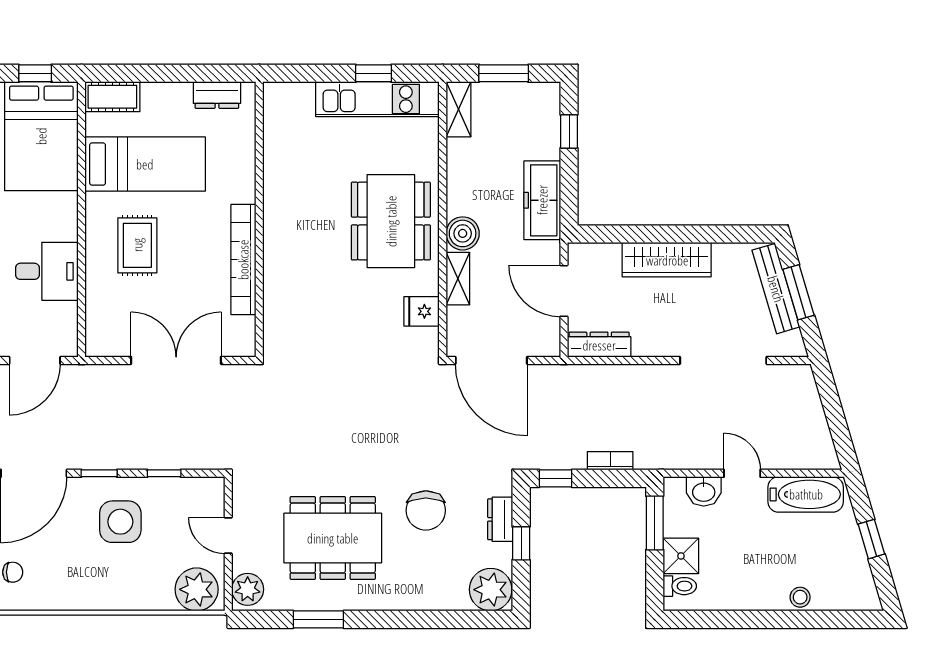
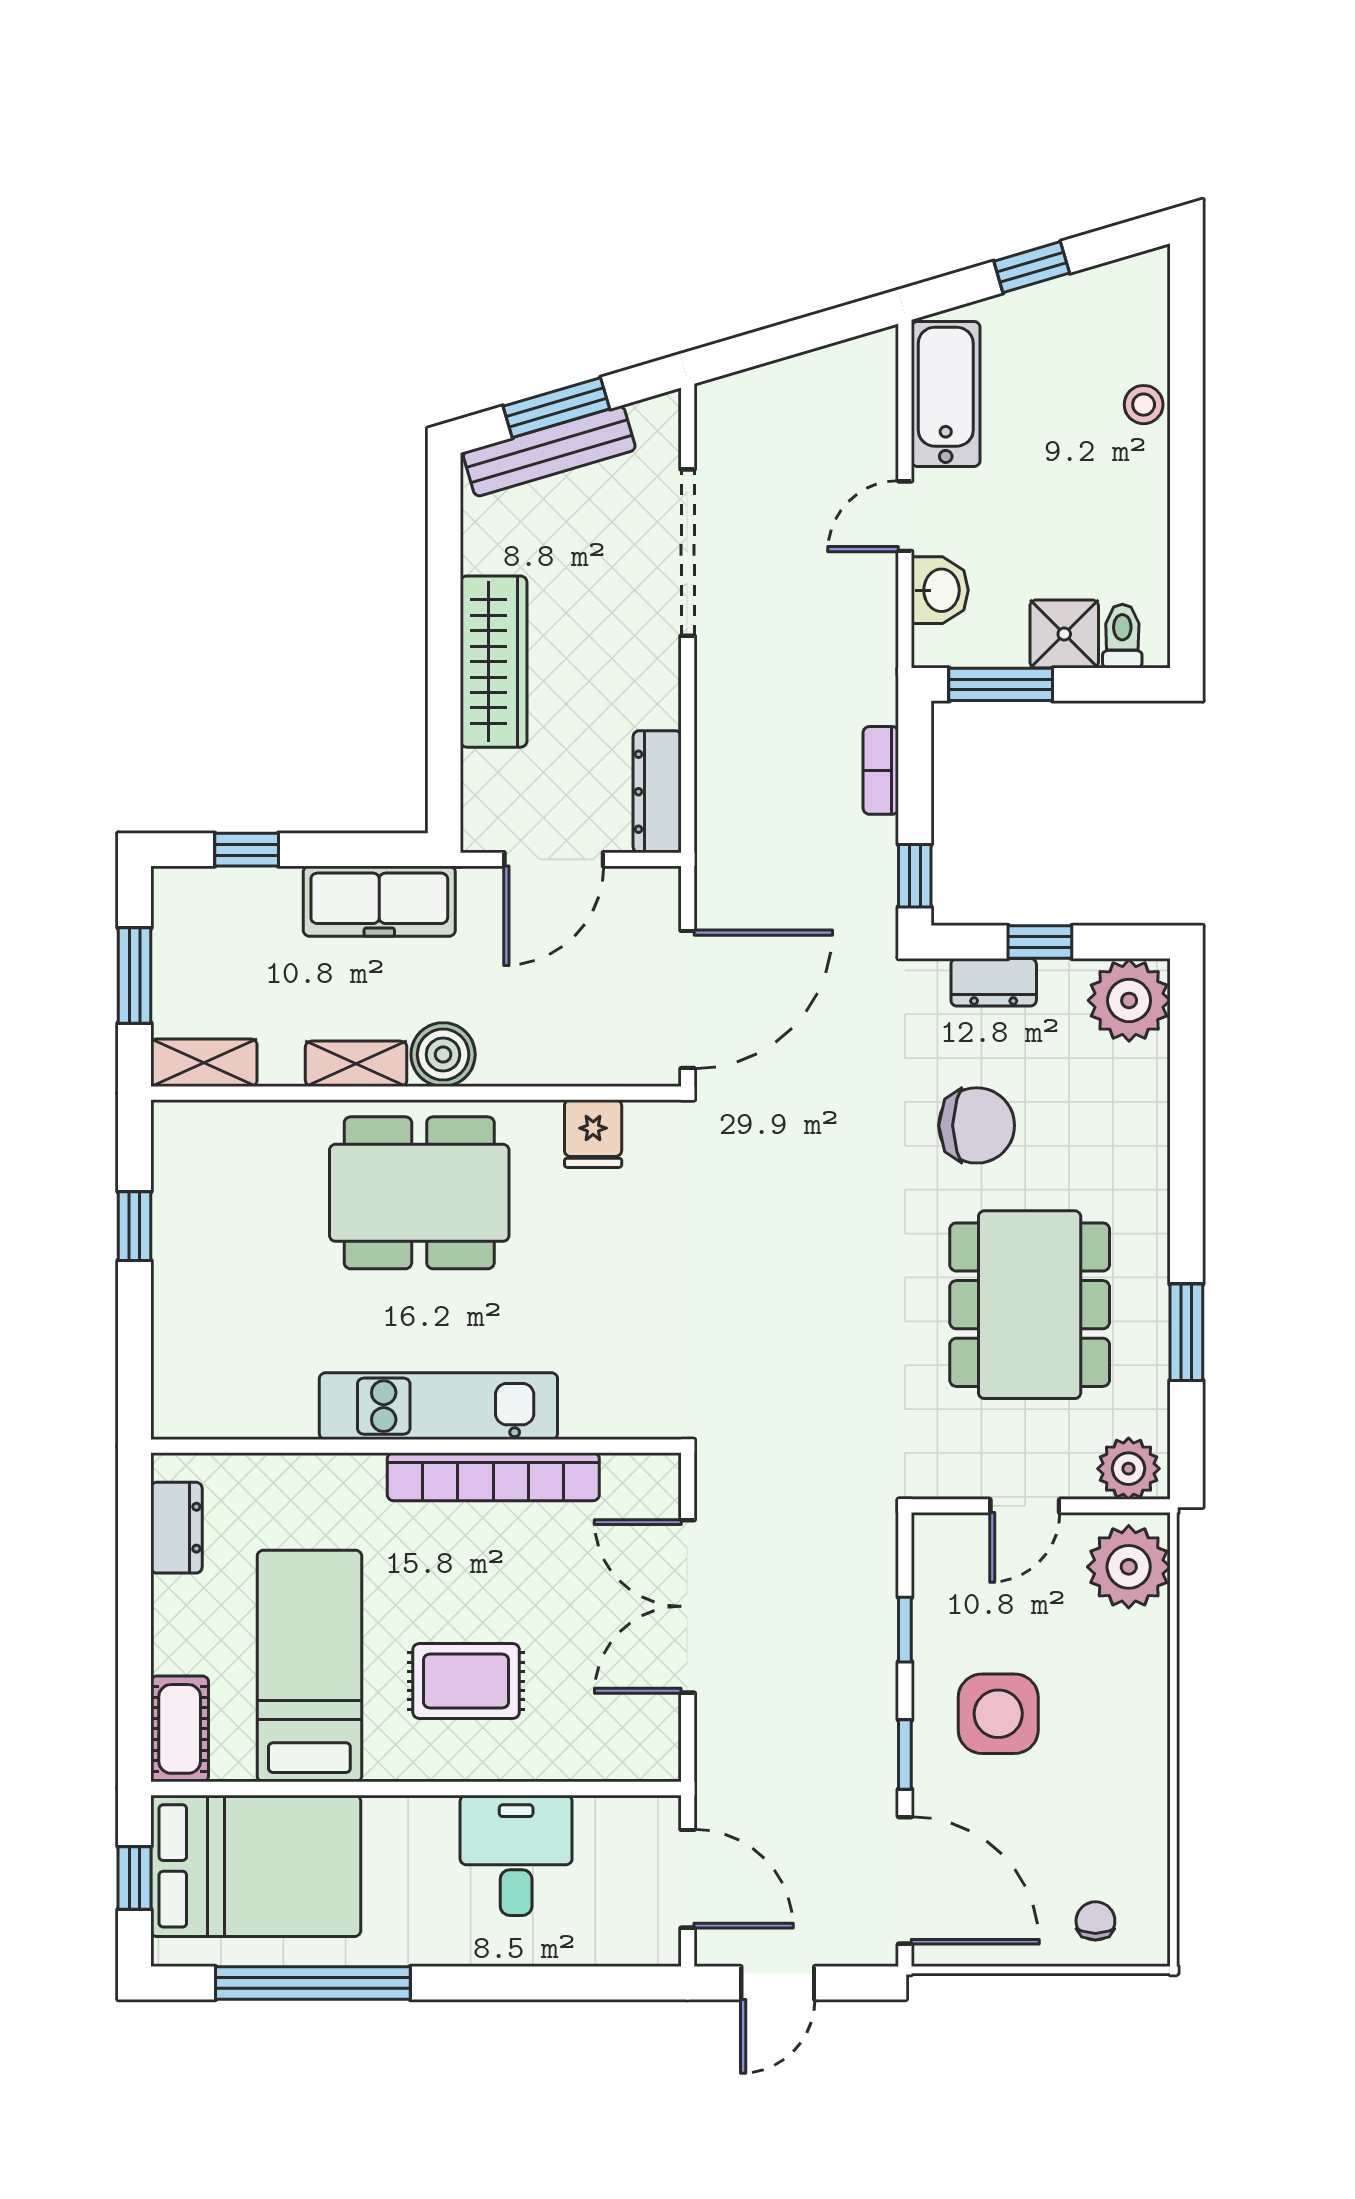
kitchen unit: (377, 99) -> (438, 1406), moved, turned -90
shelving: (458, 279) -> (356, 1064), moved

